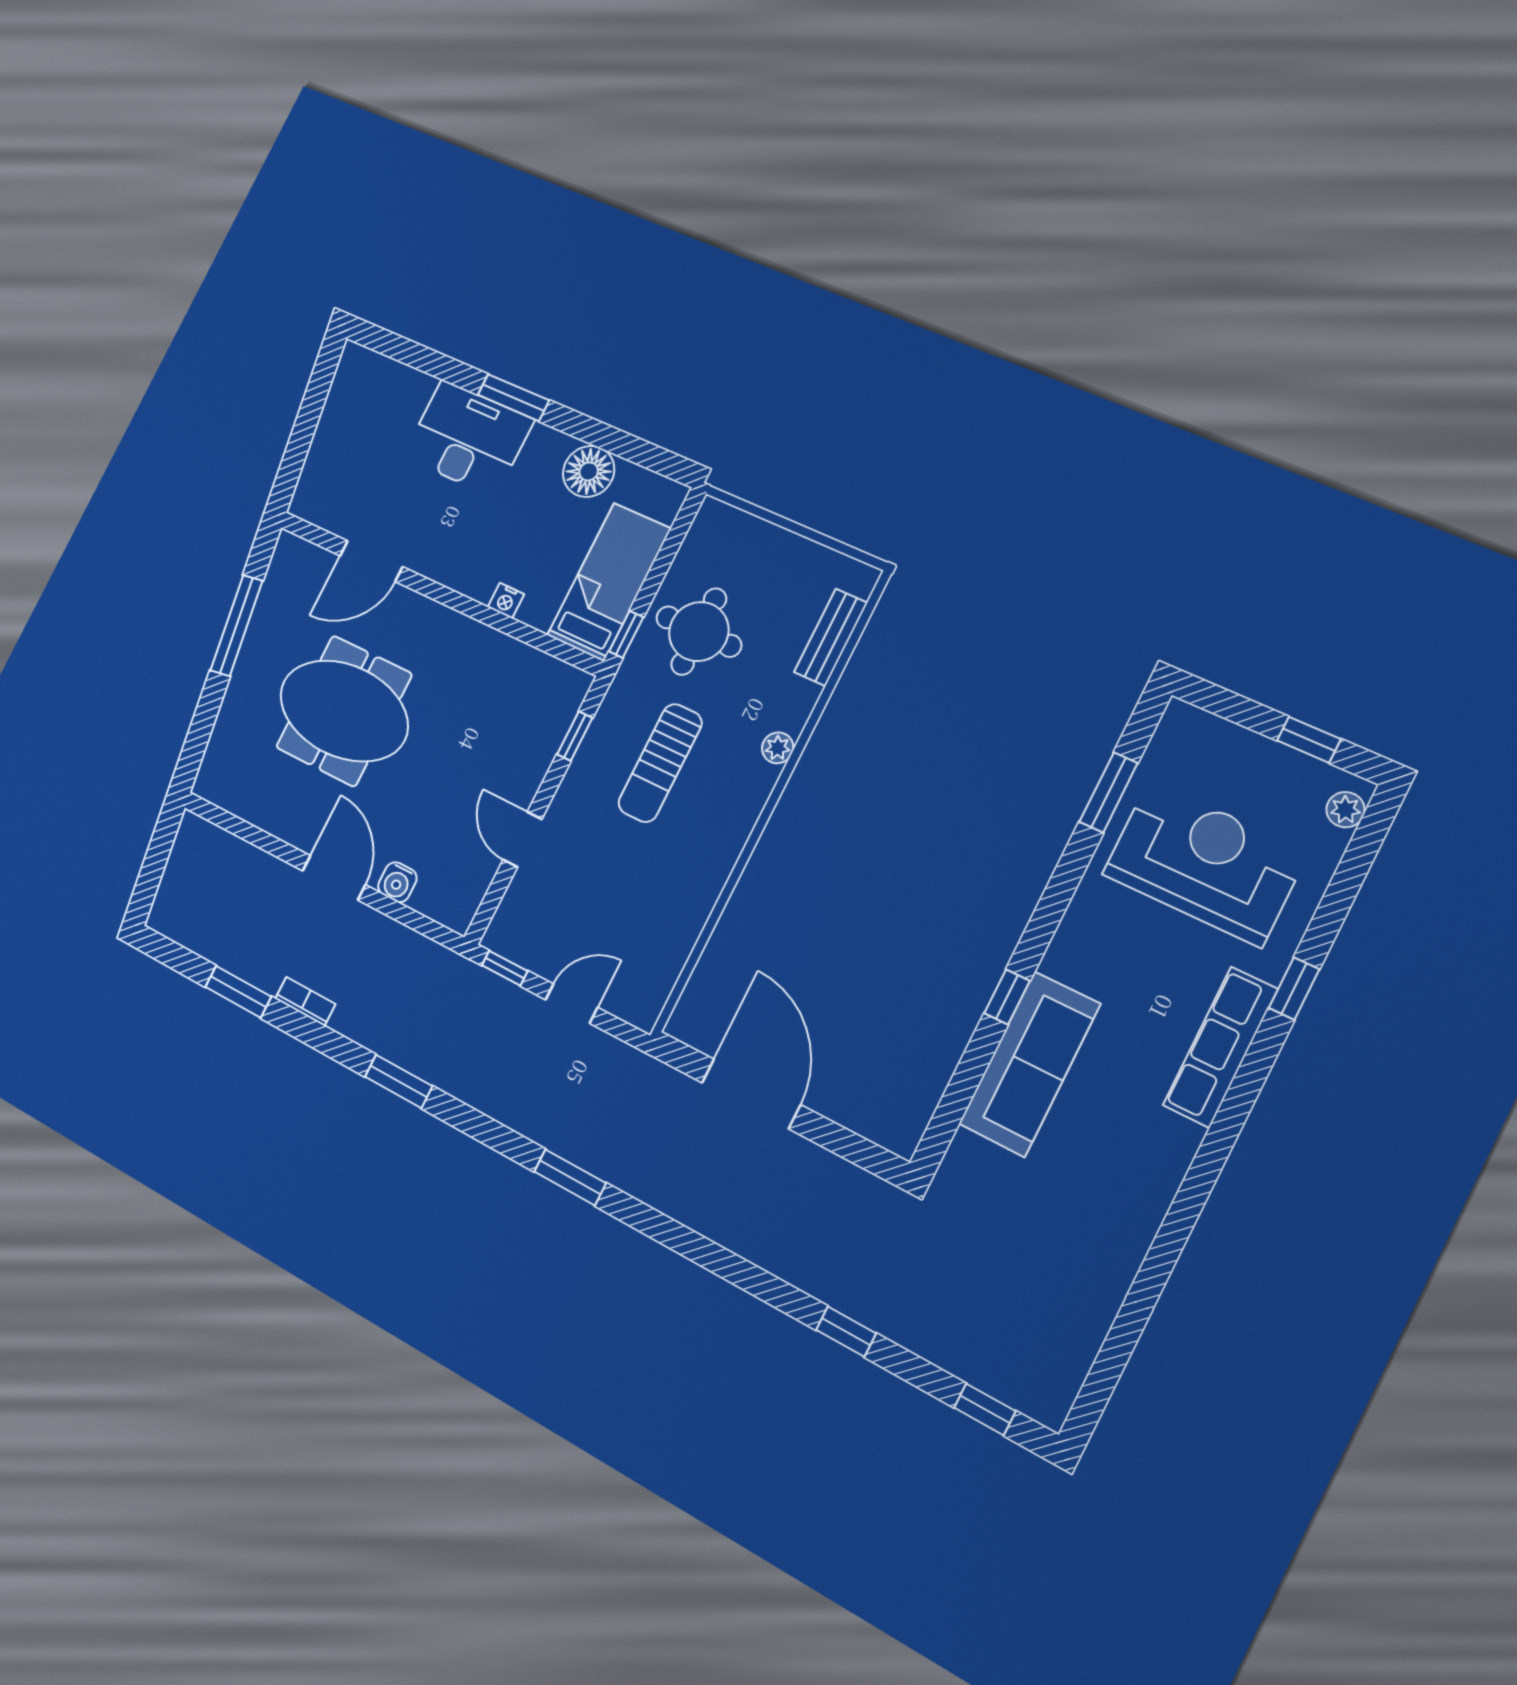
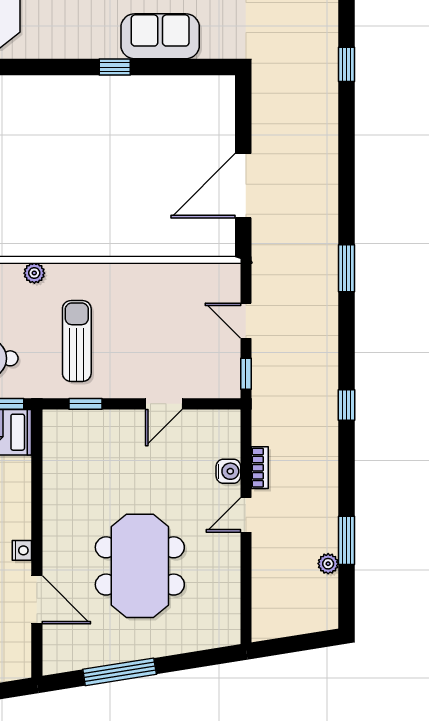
nightstand: (506, 601) -> (22, 550), moved
sun lounger: (660, 763) -> (77, 341), turned -90
door: (334, 878) -> (246, 515), width x0.73
plant: (224, 953) -> (328, 564), added
bookcase: (305, 1001) -> (260, 468), moved, turned 180
sofa: (1030, 1064) -> (160, 36), width x0.73
window: (399, 1081) -> (346, 405), width x0.67

